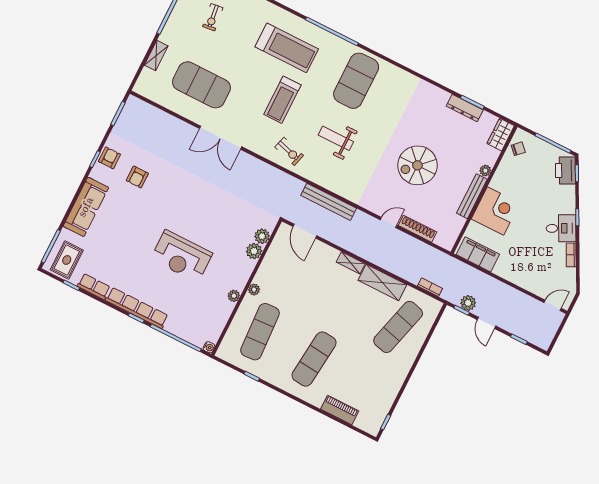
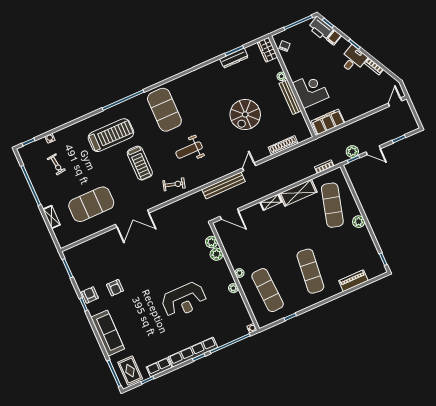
filing cabinet: (567, 191) -> (334, 38), added
door: (389, 222) -> (249, 167), moved
plant: (403, 367) -> (359, 222), added

